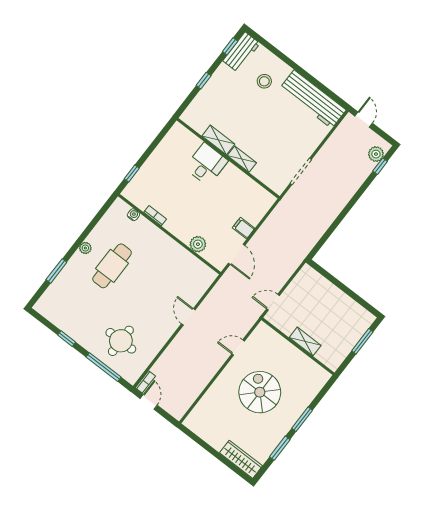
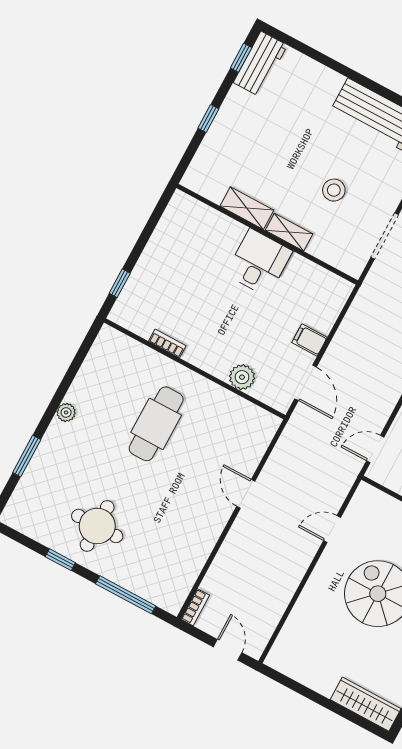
stool: (264, 81) -> (334, 190), moved
desk: (206, 164) -> (259, 263), moved
water cooler: (133, 215) -> (133, 348), removed
cafe table: (112, 266) -> (156, 424), moved
round table: (121, 341) -> (97, 526), moved
door: (149, 402) -> (228, 650), moved

